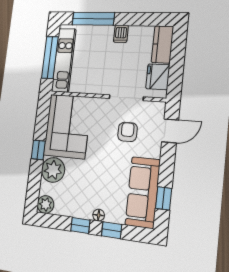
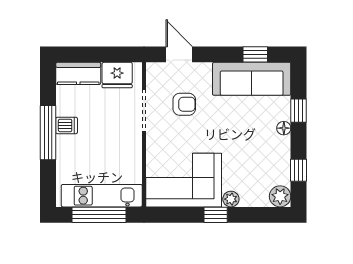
window: (93, 19) -> (48, 133), moved
armchair: (127, 132) -> (184, 104), turned 180
plant: (53, 170) -> (231, 199), width x0.53, depth x0.53
window: (80, 225) -> (299, 170), moved

